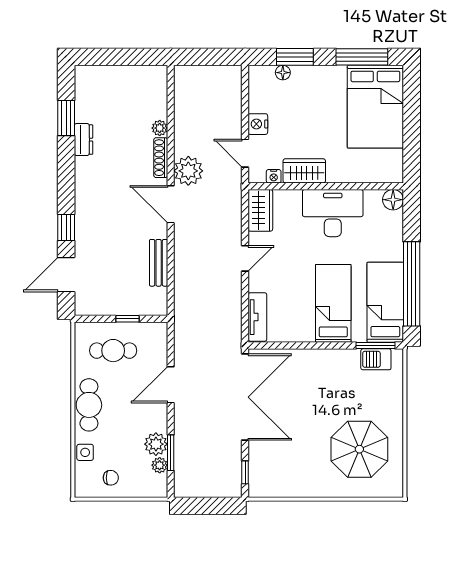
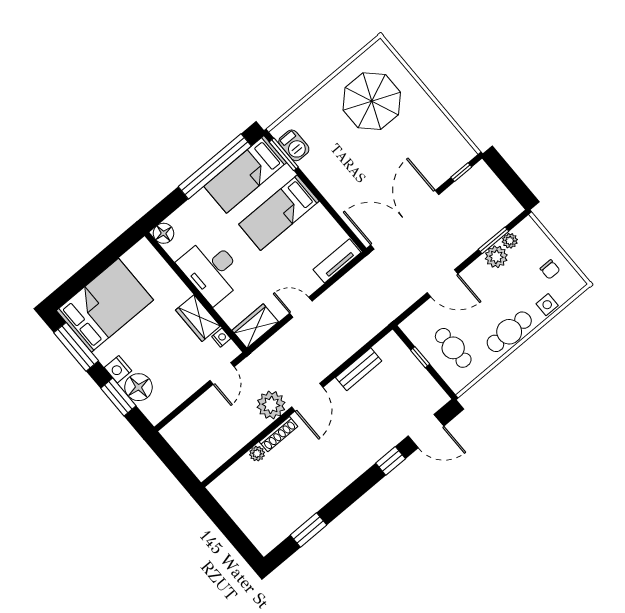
floor lamp: (283, 73) -> (138, 387), width x1.89, depth x1.89
nightstand: (258, 124) -> (118, 369), moved, turned 90
dresser: (83, 140) -> (314, 503), removed
chair: (111, 478) -> (550, 269), turned 180

